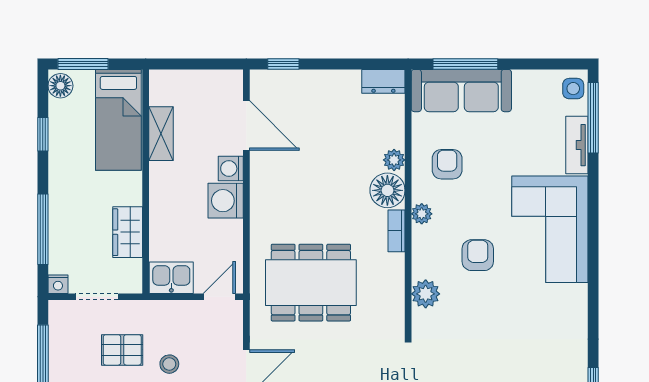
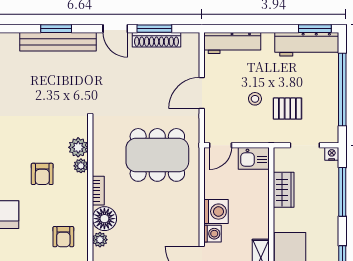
plant: (422, 214) -> (81, 166), moved

